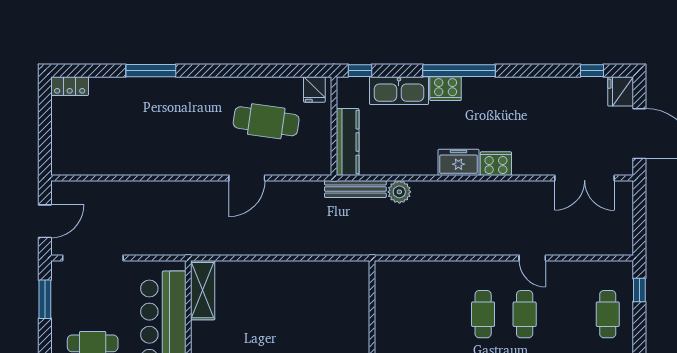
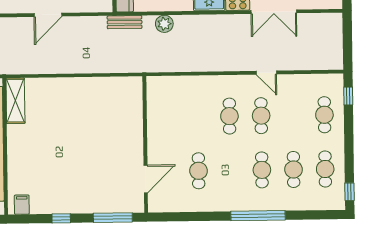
double door: (585, 178) -> (274, 12), moved
bench: (355, 189) -> (125, 22), width x0.73

